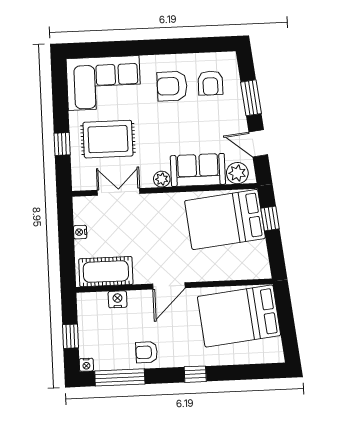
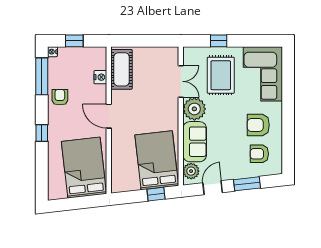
armchair: (172, 86) -> (258, 125), turned -90
plant: (162, 179) -> (194, 109), width x1.87, depth x1.87
nightstand: (80, 232) -> (152, 51), removed

